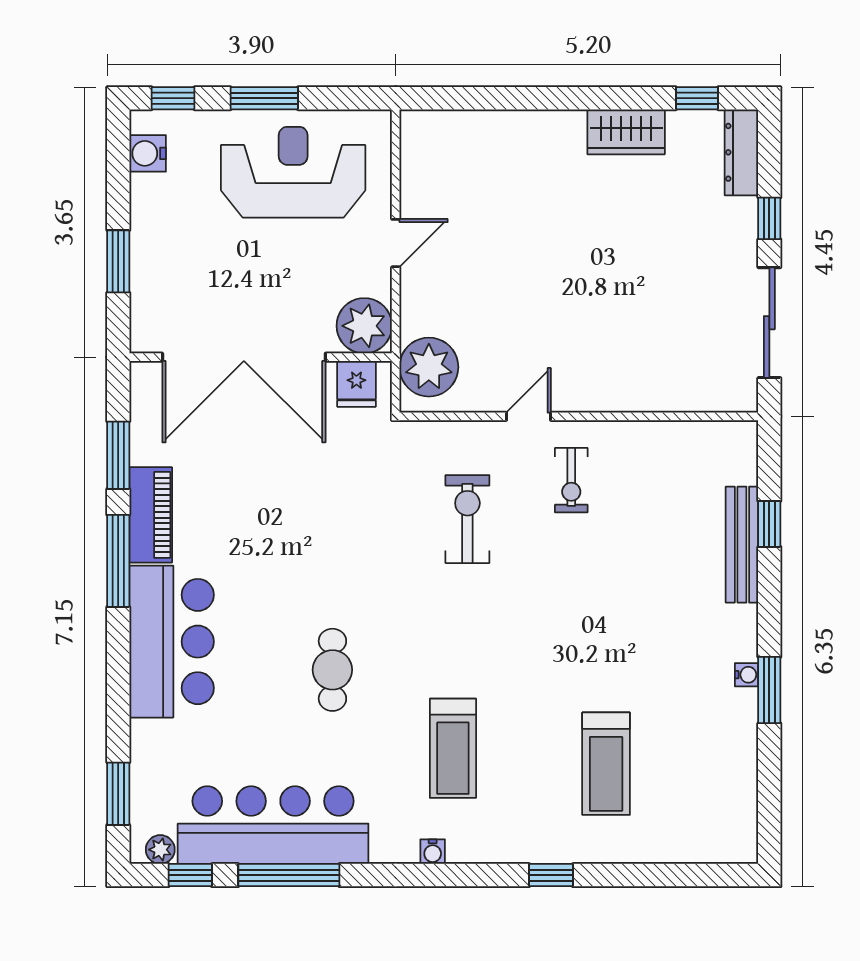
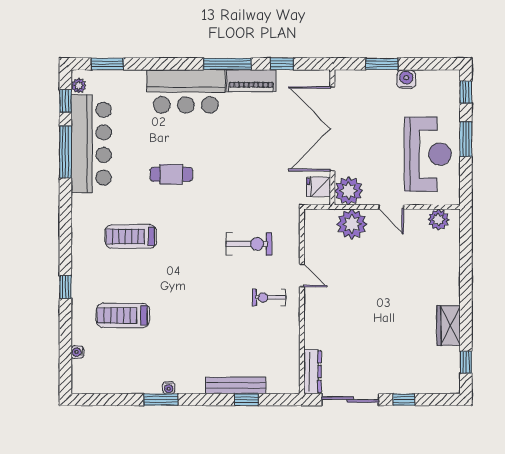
plant: (420, 151) -> (438, 220), added
dresser: (741, 152) -> (312, 372), moved, turned 90
water cooler: (148, 153) -> (406, 79), moved
plant: (429, 367) -> (352, 224), moved
window: (118, 455) -> (282, 64), width x0.67
water cooler: (433, 852) -> (78, 352), moved

